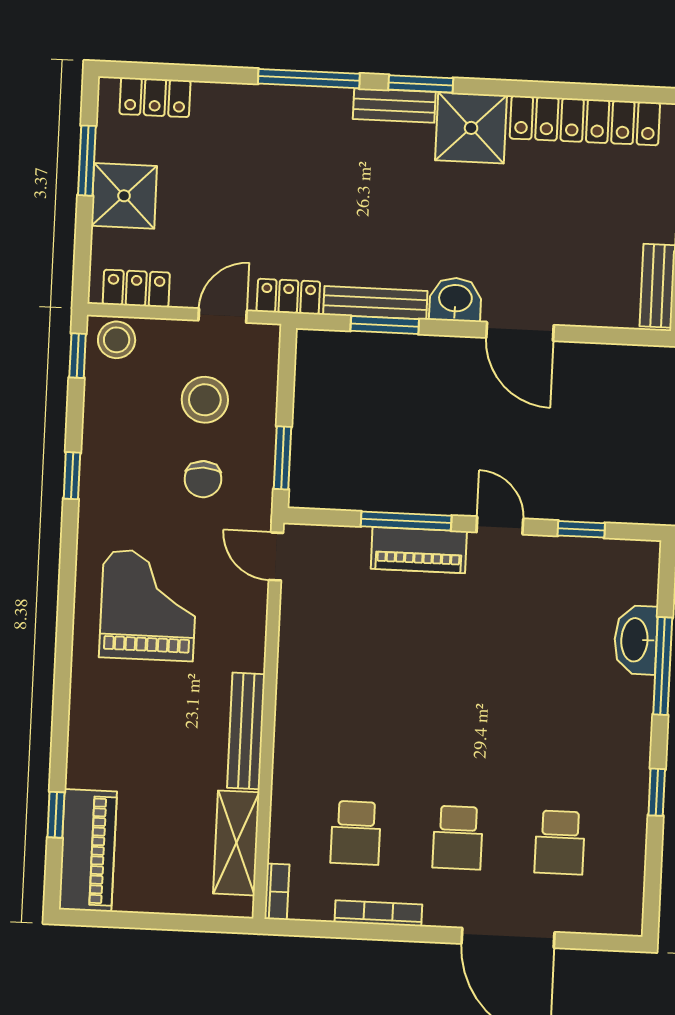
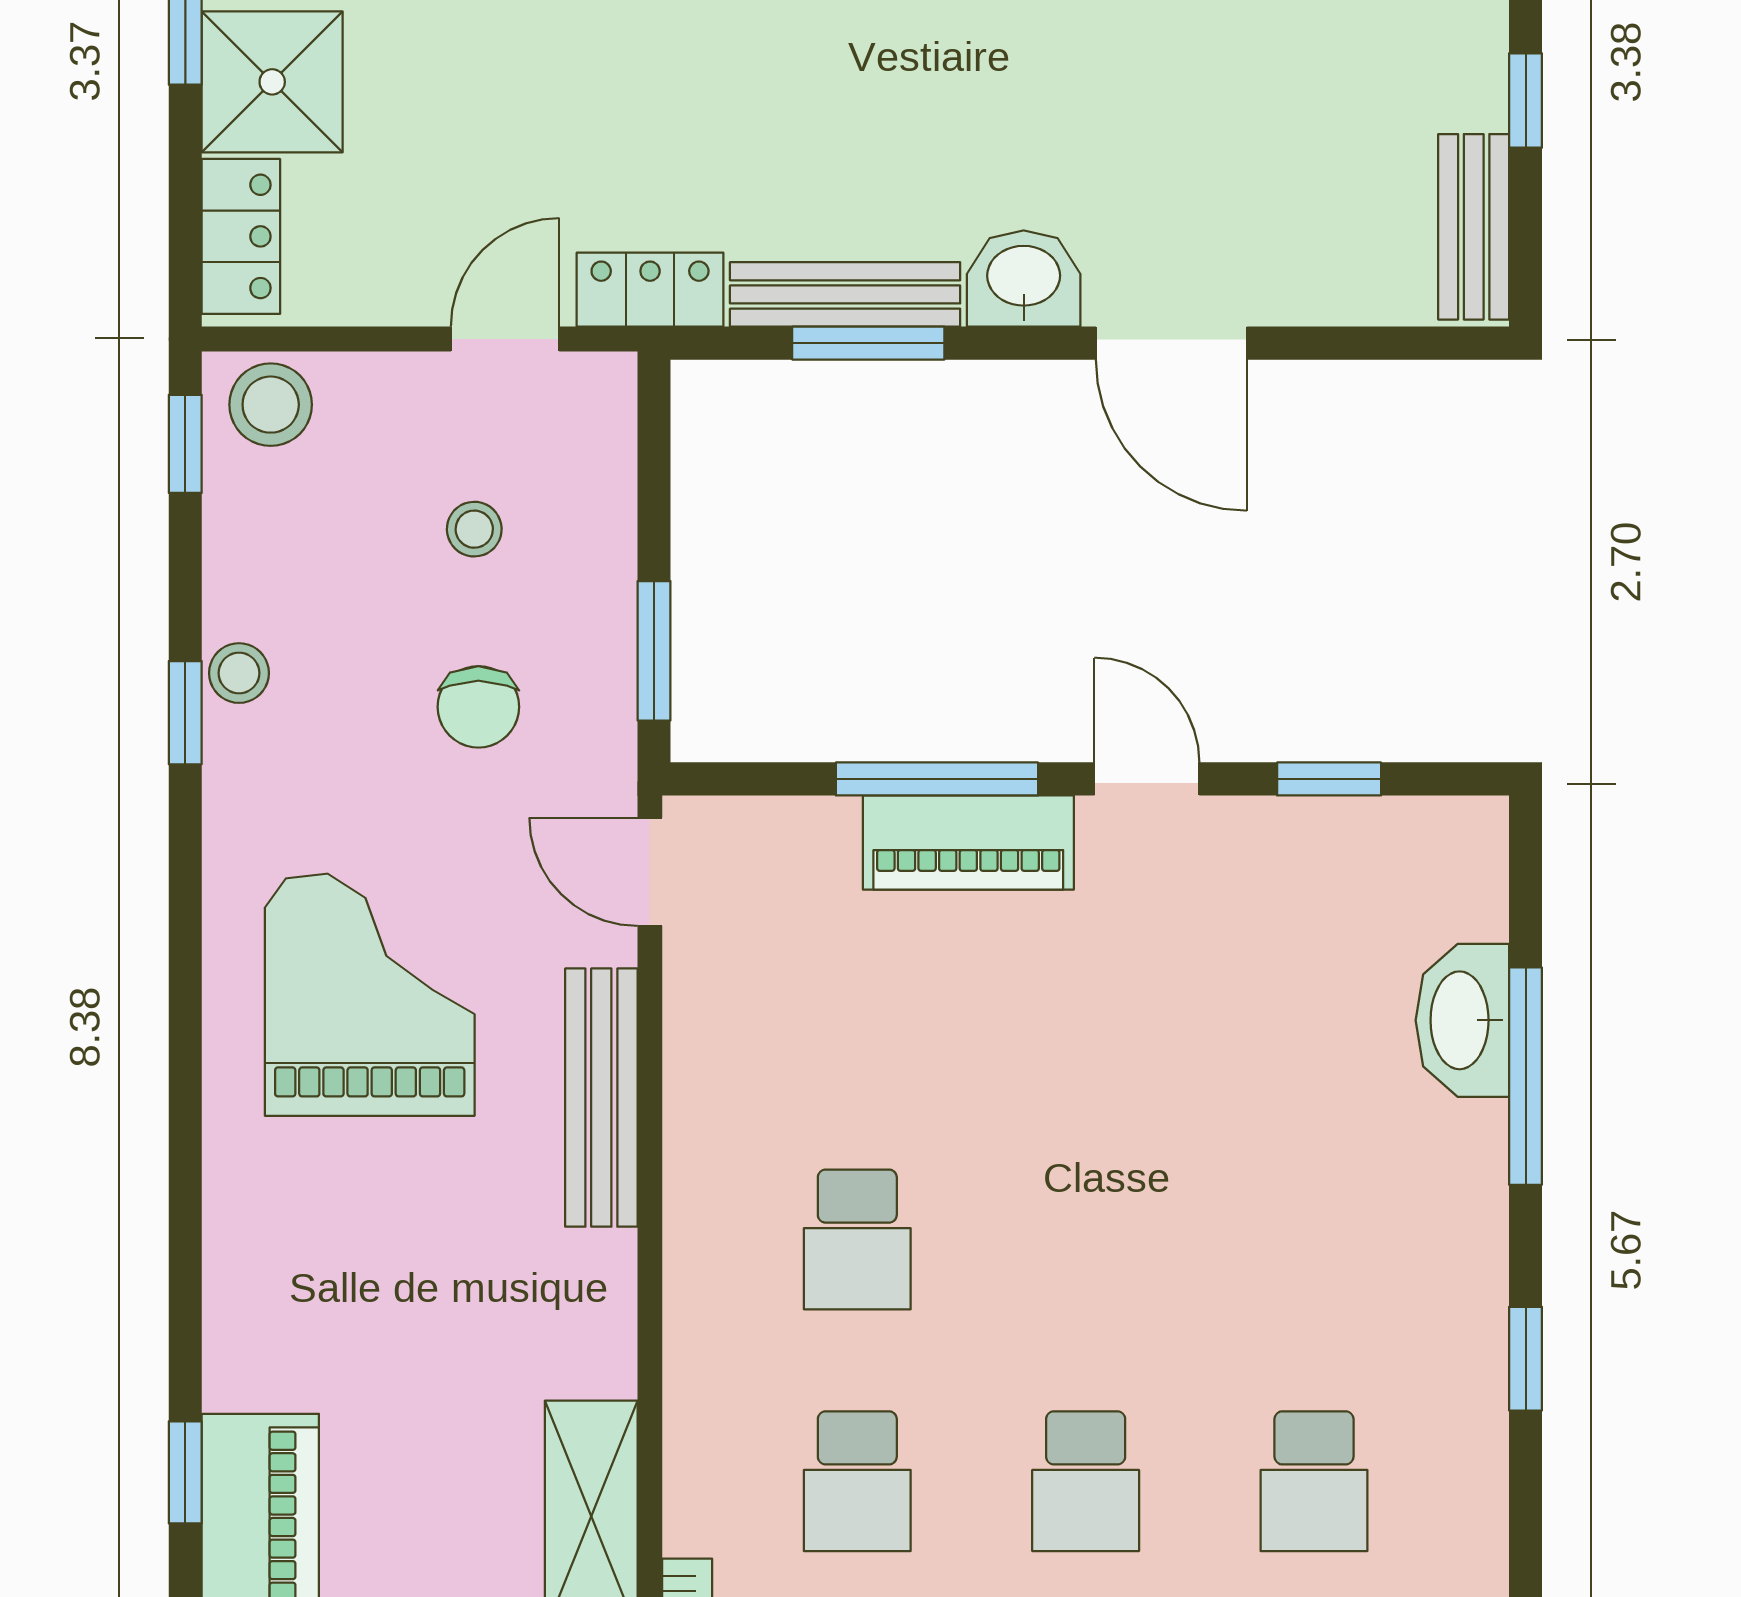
locker: (136, 288) -> (241, 236), moved, turned 90
stool: (205, 400) -> (474, 529), width x0.53, depth x0.53
stool: (97, 459) -> (239, 673), added
school desk: (361, 725) -> (857, 1239), added
bench: (246, 731) -> (601, 1098), moved

